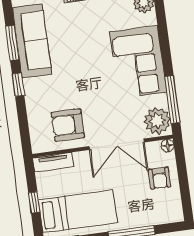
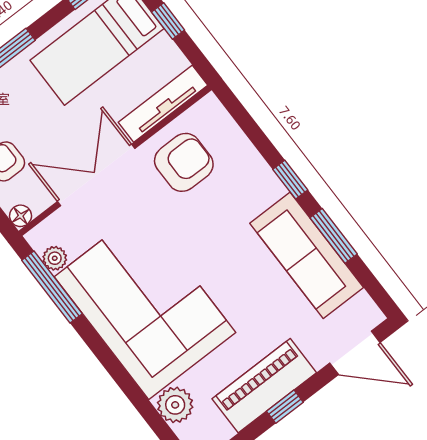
corner sofa: (138, 62) -> (145, 305), width x1.36, depth x1.36
plant: (157, 121) -> (55, 258), width x0.53, depth x0.53
tv unit: (53, 162) -> (163, 104), width x1.41

